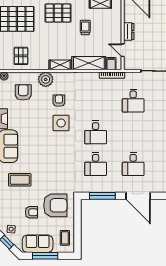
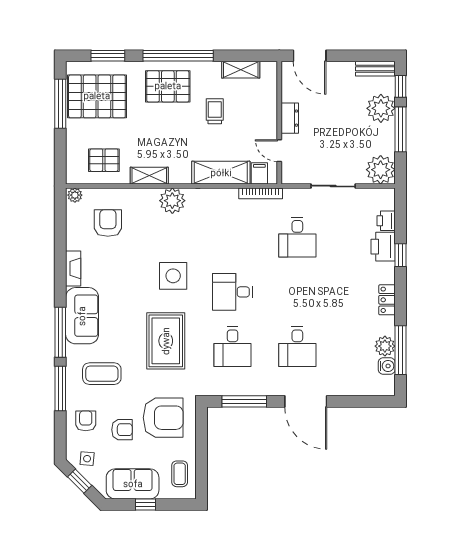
pallet: (21, 56) -> (104, 160), turned 90
shelving: (60, 65) -> (149, 176), moved
plant: (46, 79) -> (172, 201), moved
armchair: (59, 101) -> (86, 421), moved
desk: (96, 132) -> (233, 292), turned 90
rug: (57, 161) -> (166, 341), added
window: (45, 256) -> (146, 504), width x0.46

